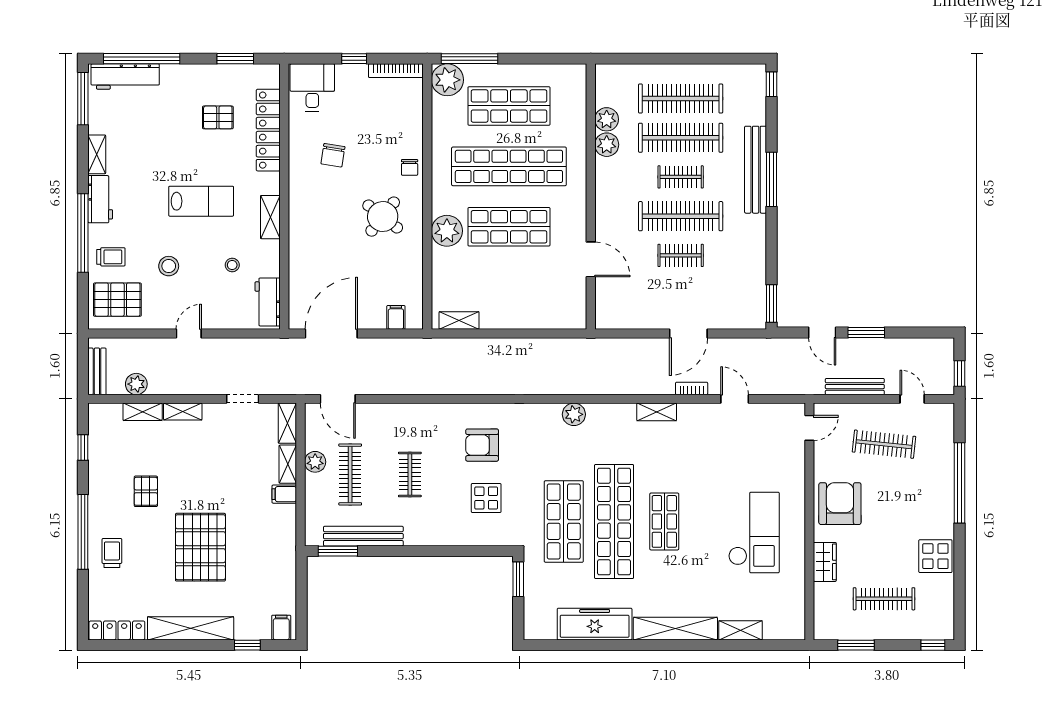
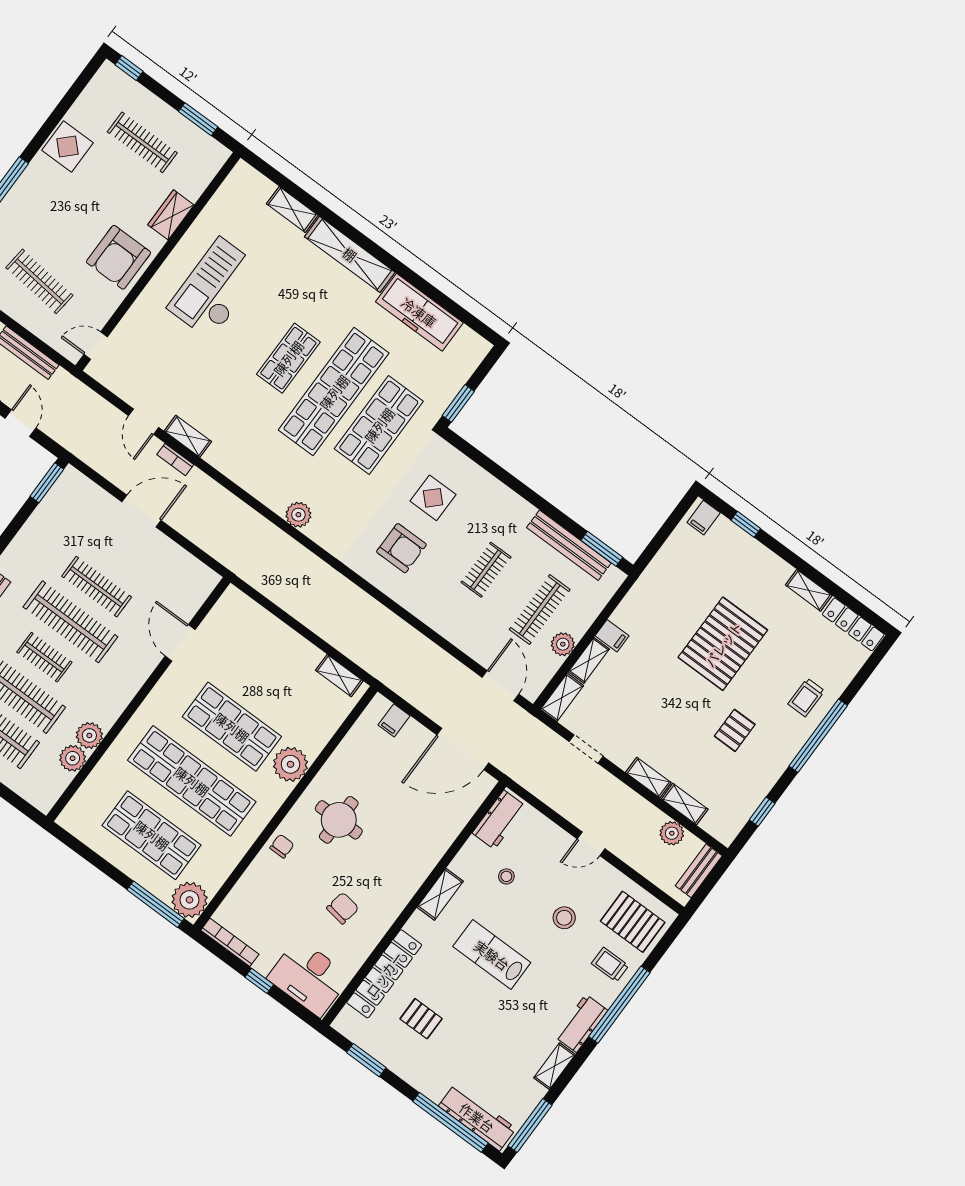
desk: (312, 88) -> (309, 977), width x1.37
round table: (383, 217) -> (339, 820), turned -38
clothes rail: (681, 255) -> (97, 587), width x1.36
shelving: (657, 412) -> (188, 436), moved
shelving: (191, 628) -> (809, 590), width x0.45, depth x0.75

